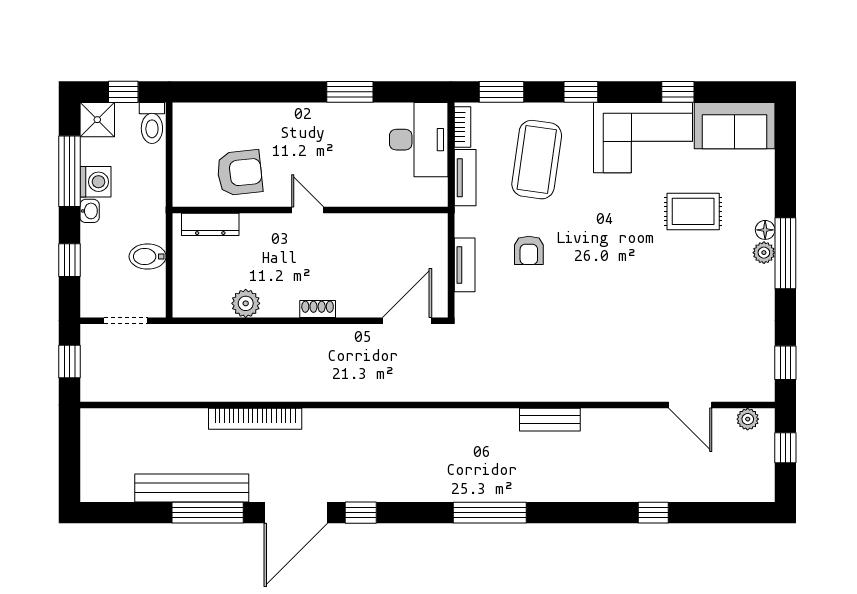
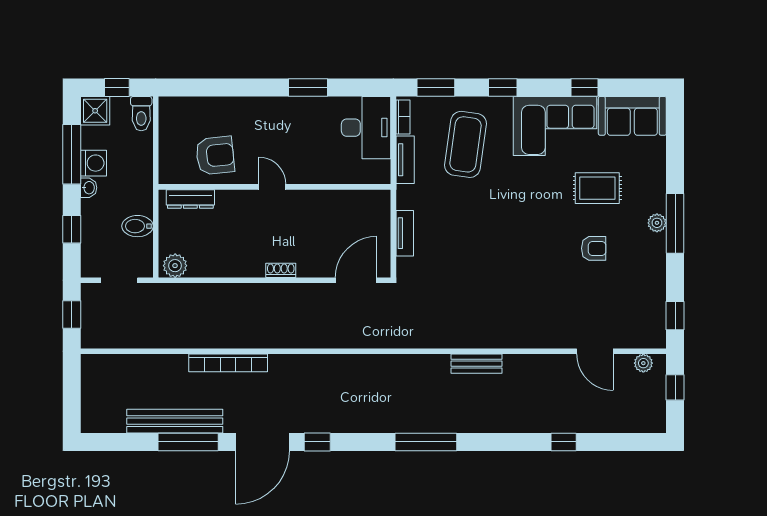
floor lamp: (765, 230) -> (658, 204), removed
armchair: (529, 250) -> (594, 248), moved, turned -90
plant: (246, 303) -> (175, 266), moved

